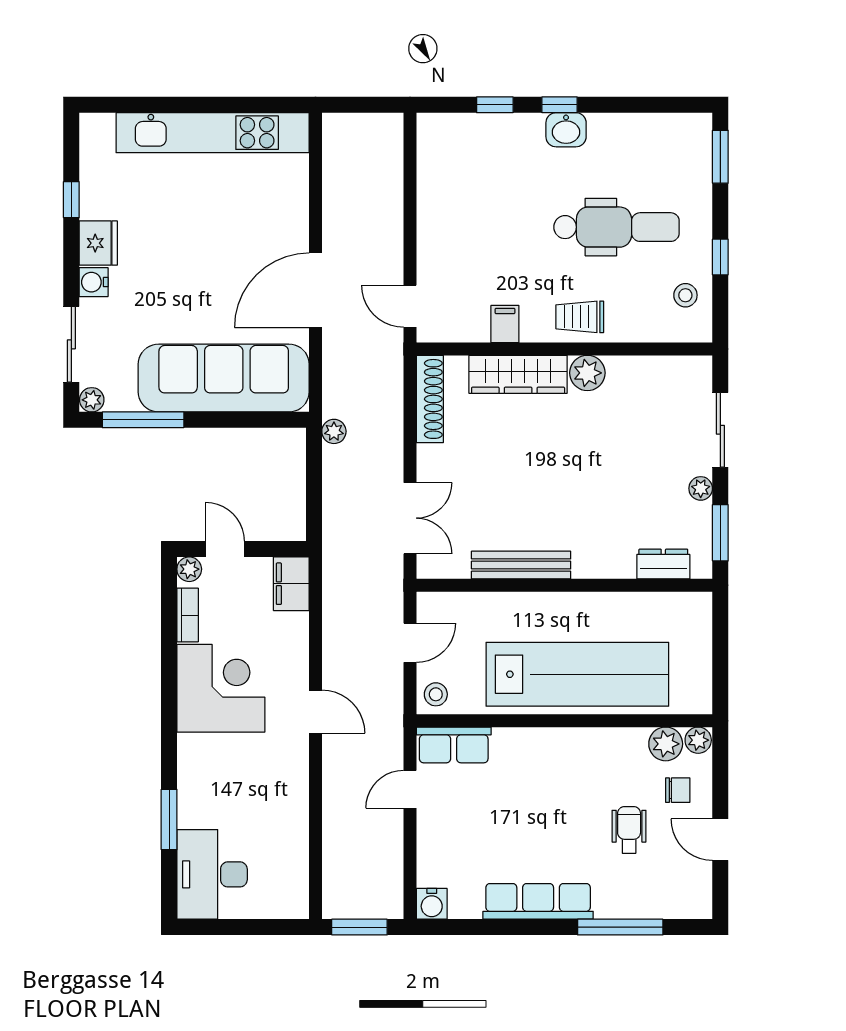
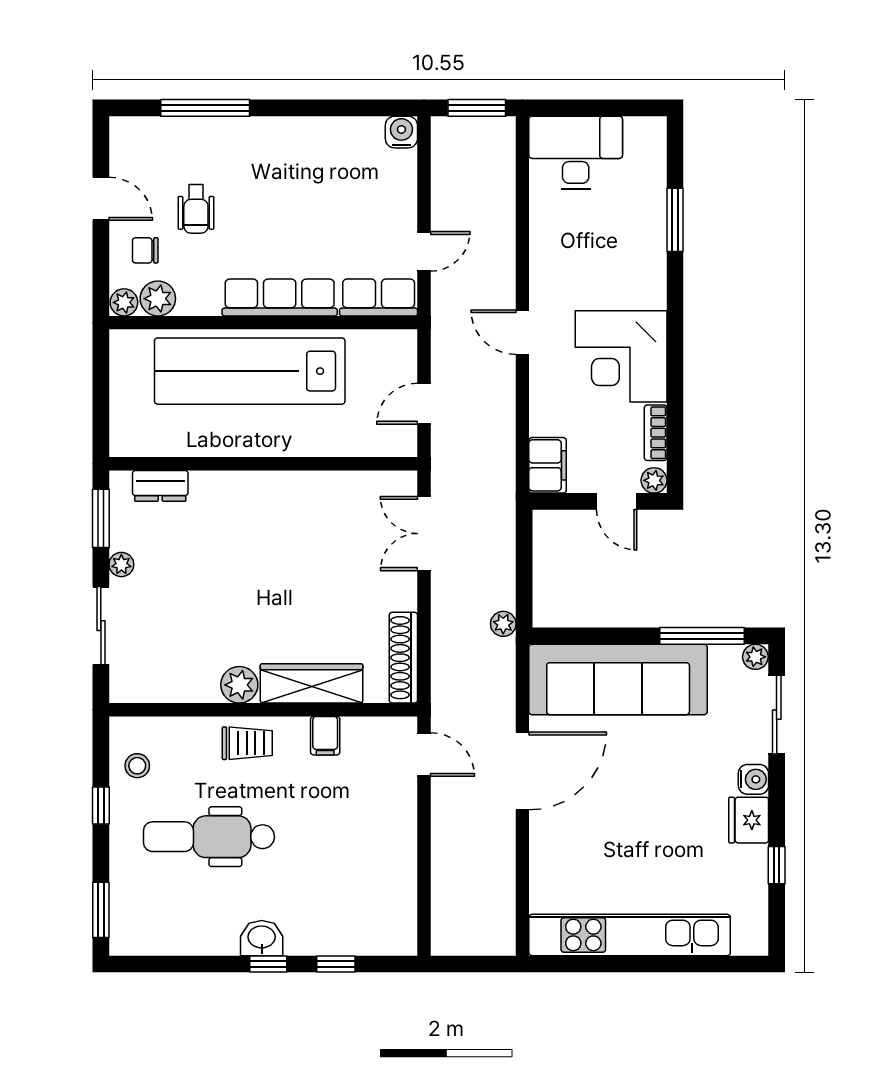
bench: (521, 565) -> (308, 485), removed
stool: (436, 694) -> (397, 350), removed
desk: (212, 874) -> (576, 153), moved, turned -90
row of seats: (538, 901) -> (280, 298), moved, turned 180

